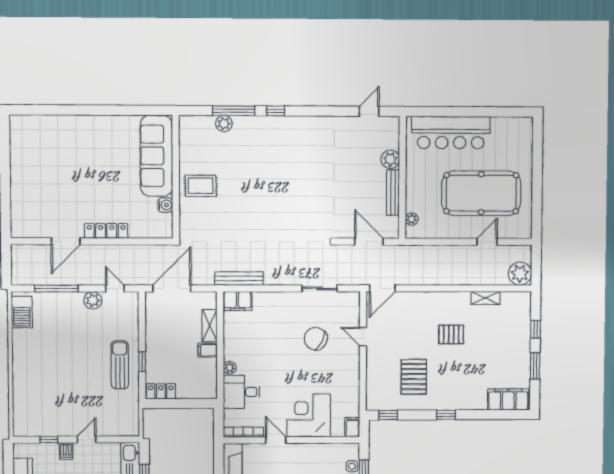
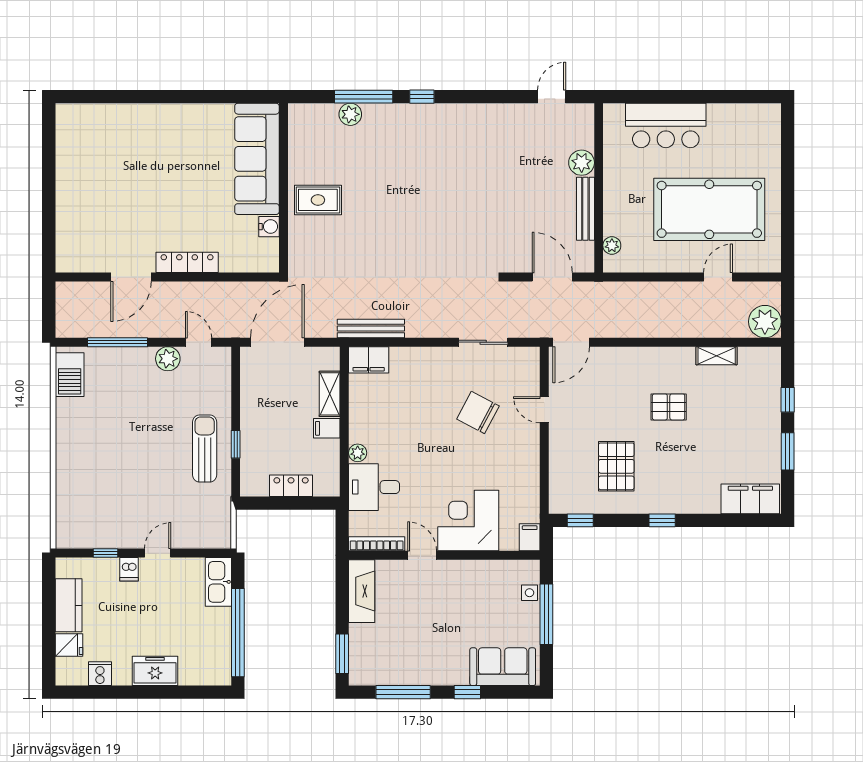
bar counter: (451, 133) -> (666, 125), width x0.73
locker: (161, 391) -> (291, 486), moved

